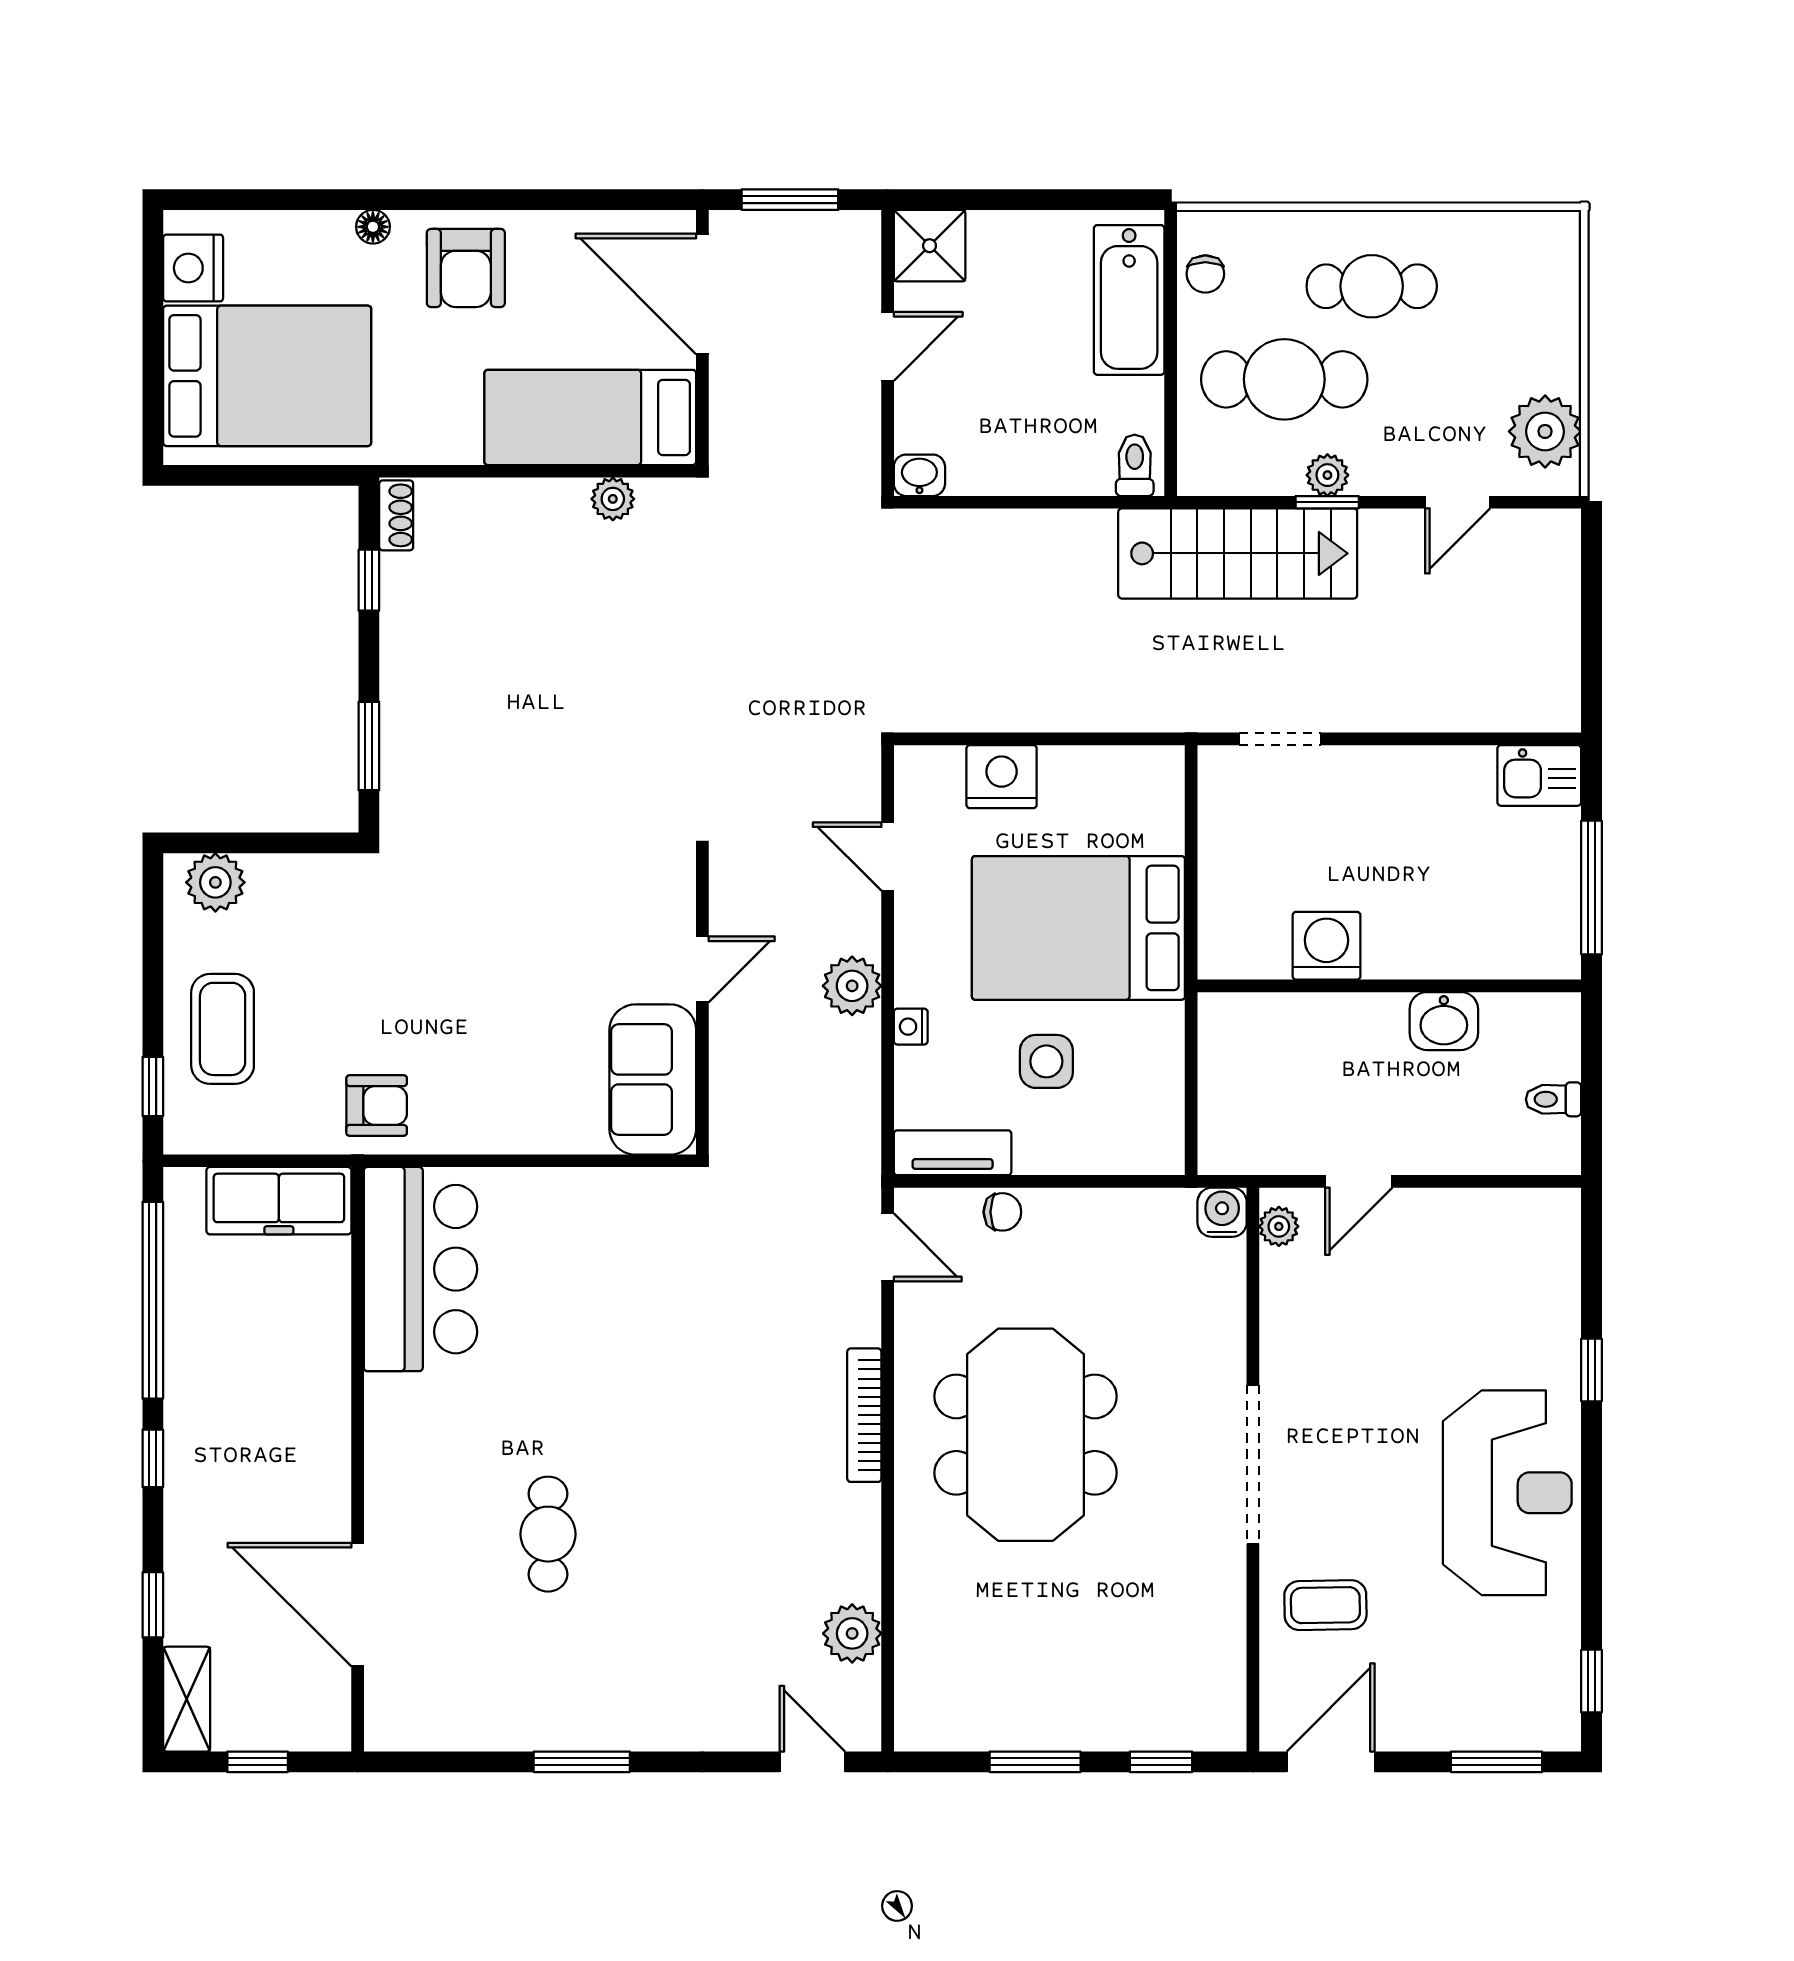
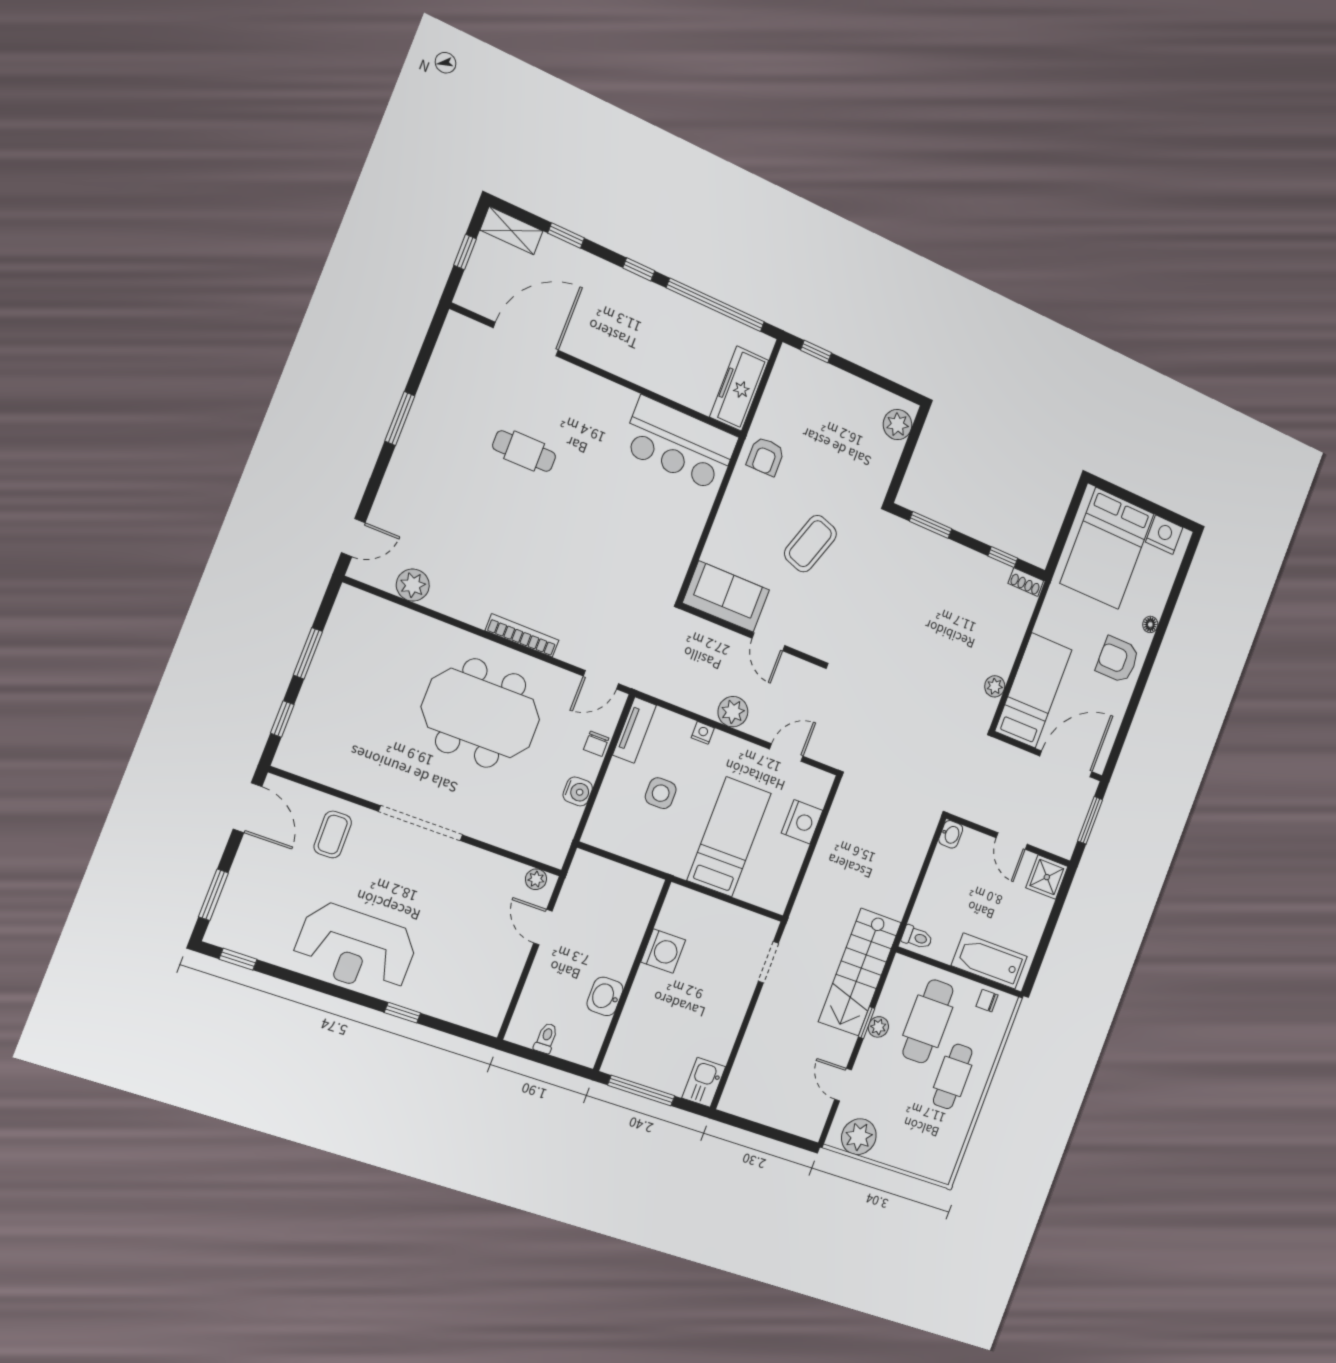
bed: (1078, 928) -> (729, 837), width x0.67
coffee table: (223, 1029) -> (810, 544), moved, turned -71
water cooler: (1222, 1212) -> (578, 791), moved

